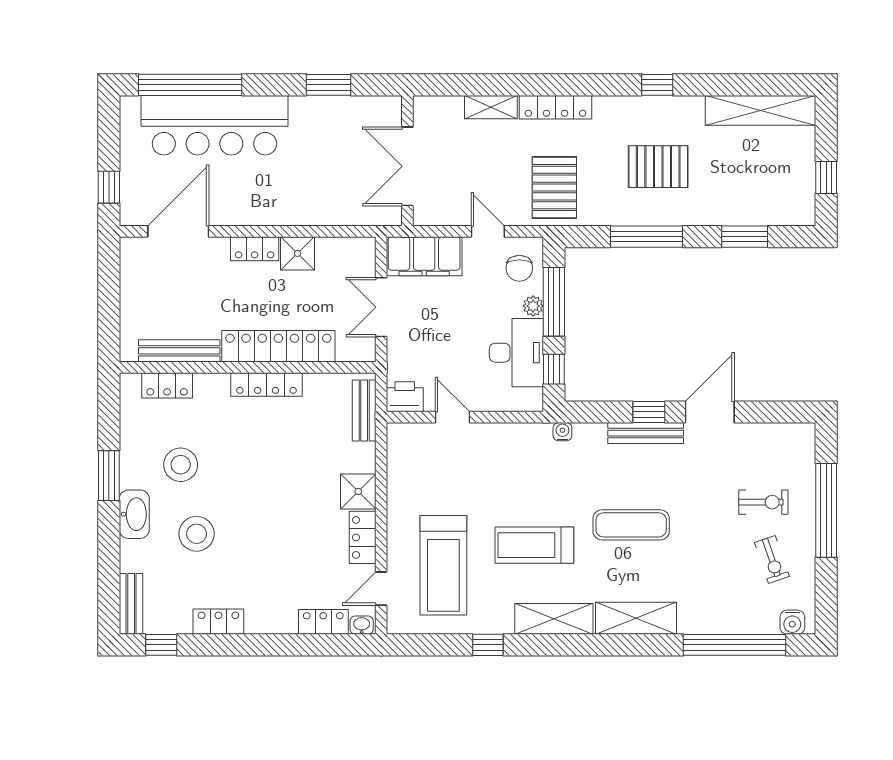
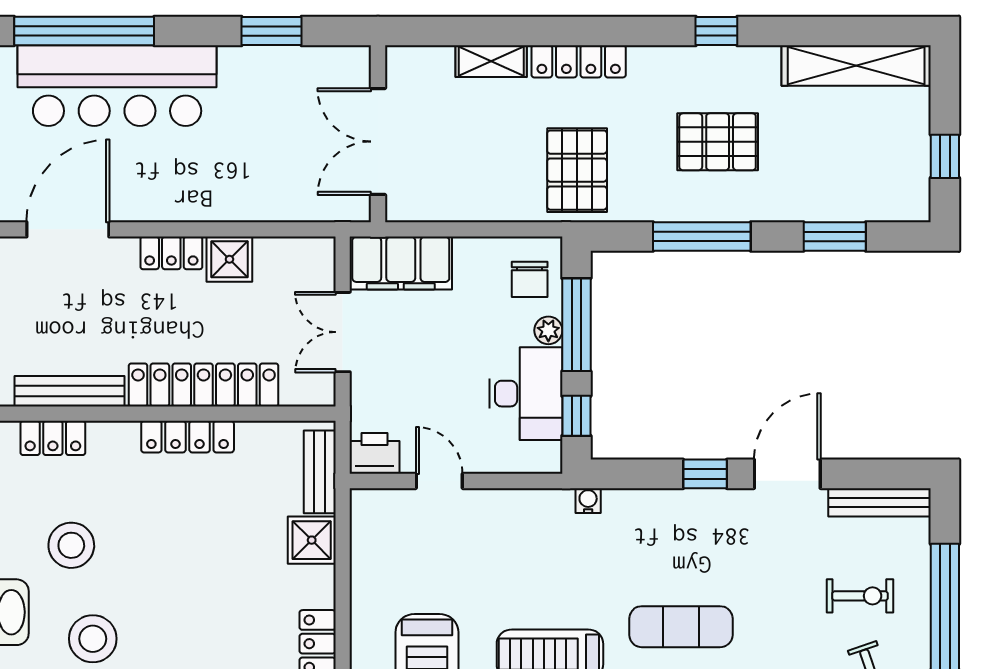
door: (488, 231) -> (487, 229), removed
bench: (646, 433) -> (879, 502), moved
shower: (358, 491) -> (312, 540), moved

